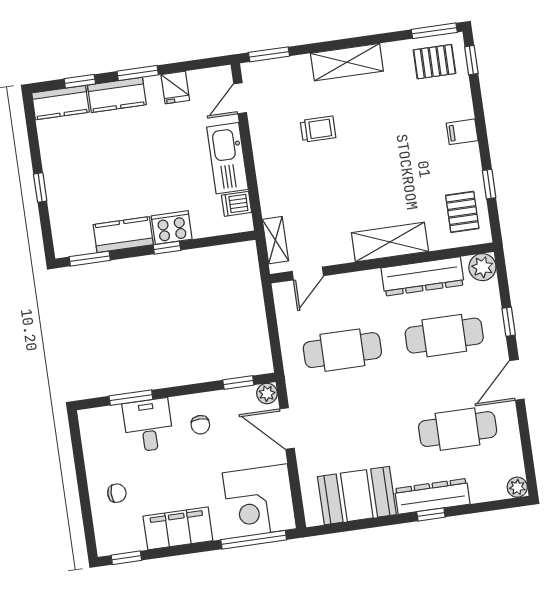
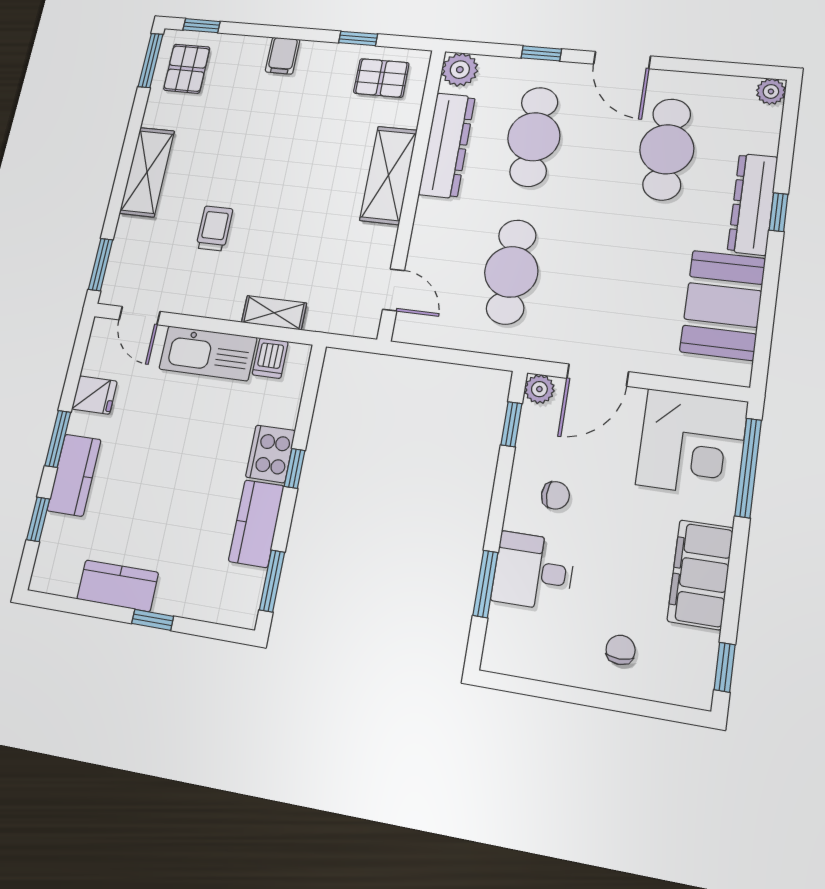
kitchen counter: (60, 103) -> (118, 586), moved, turned -90
shelving: (275, 240) -> (274, 313), moved

